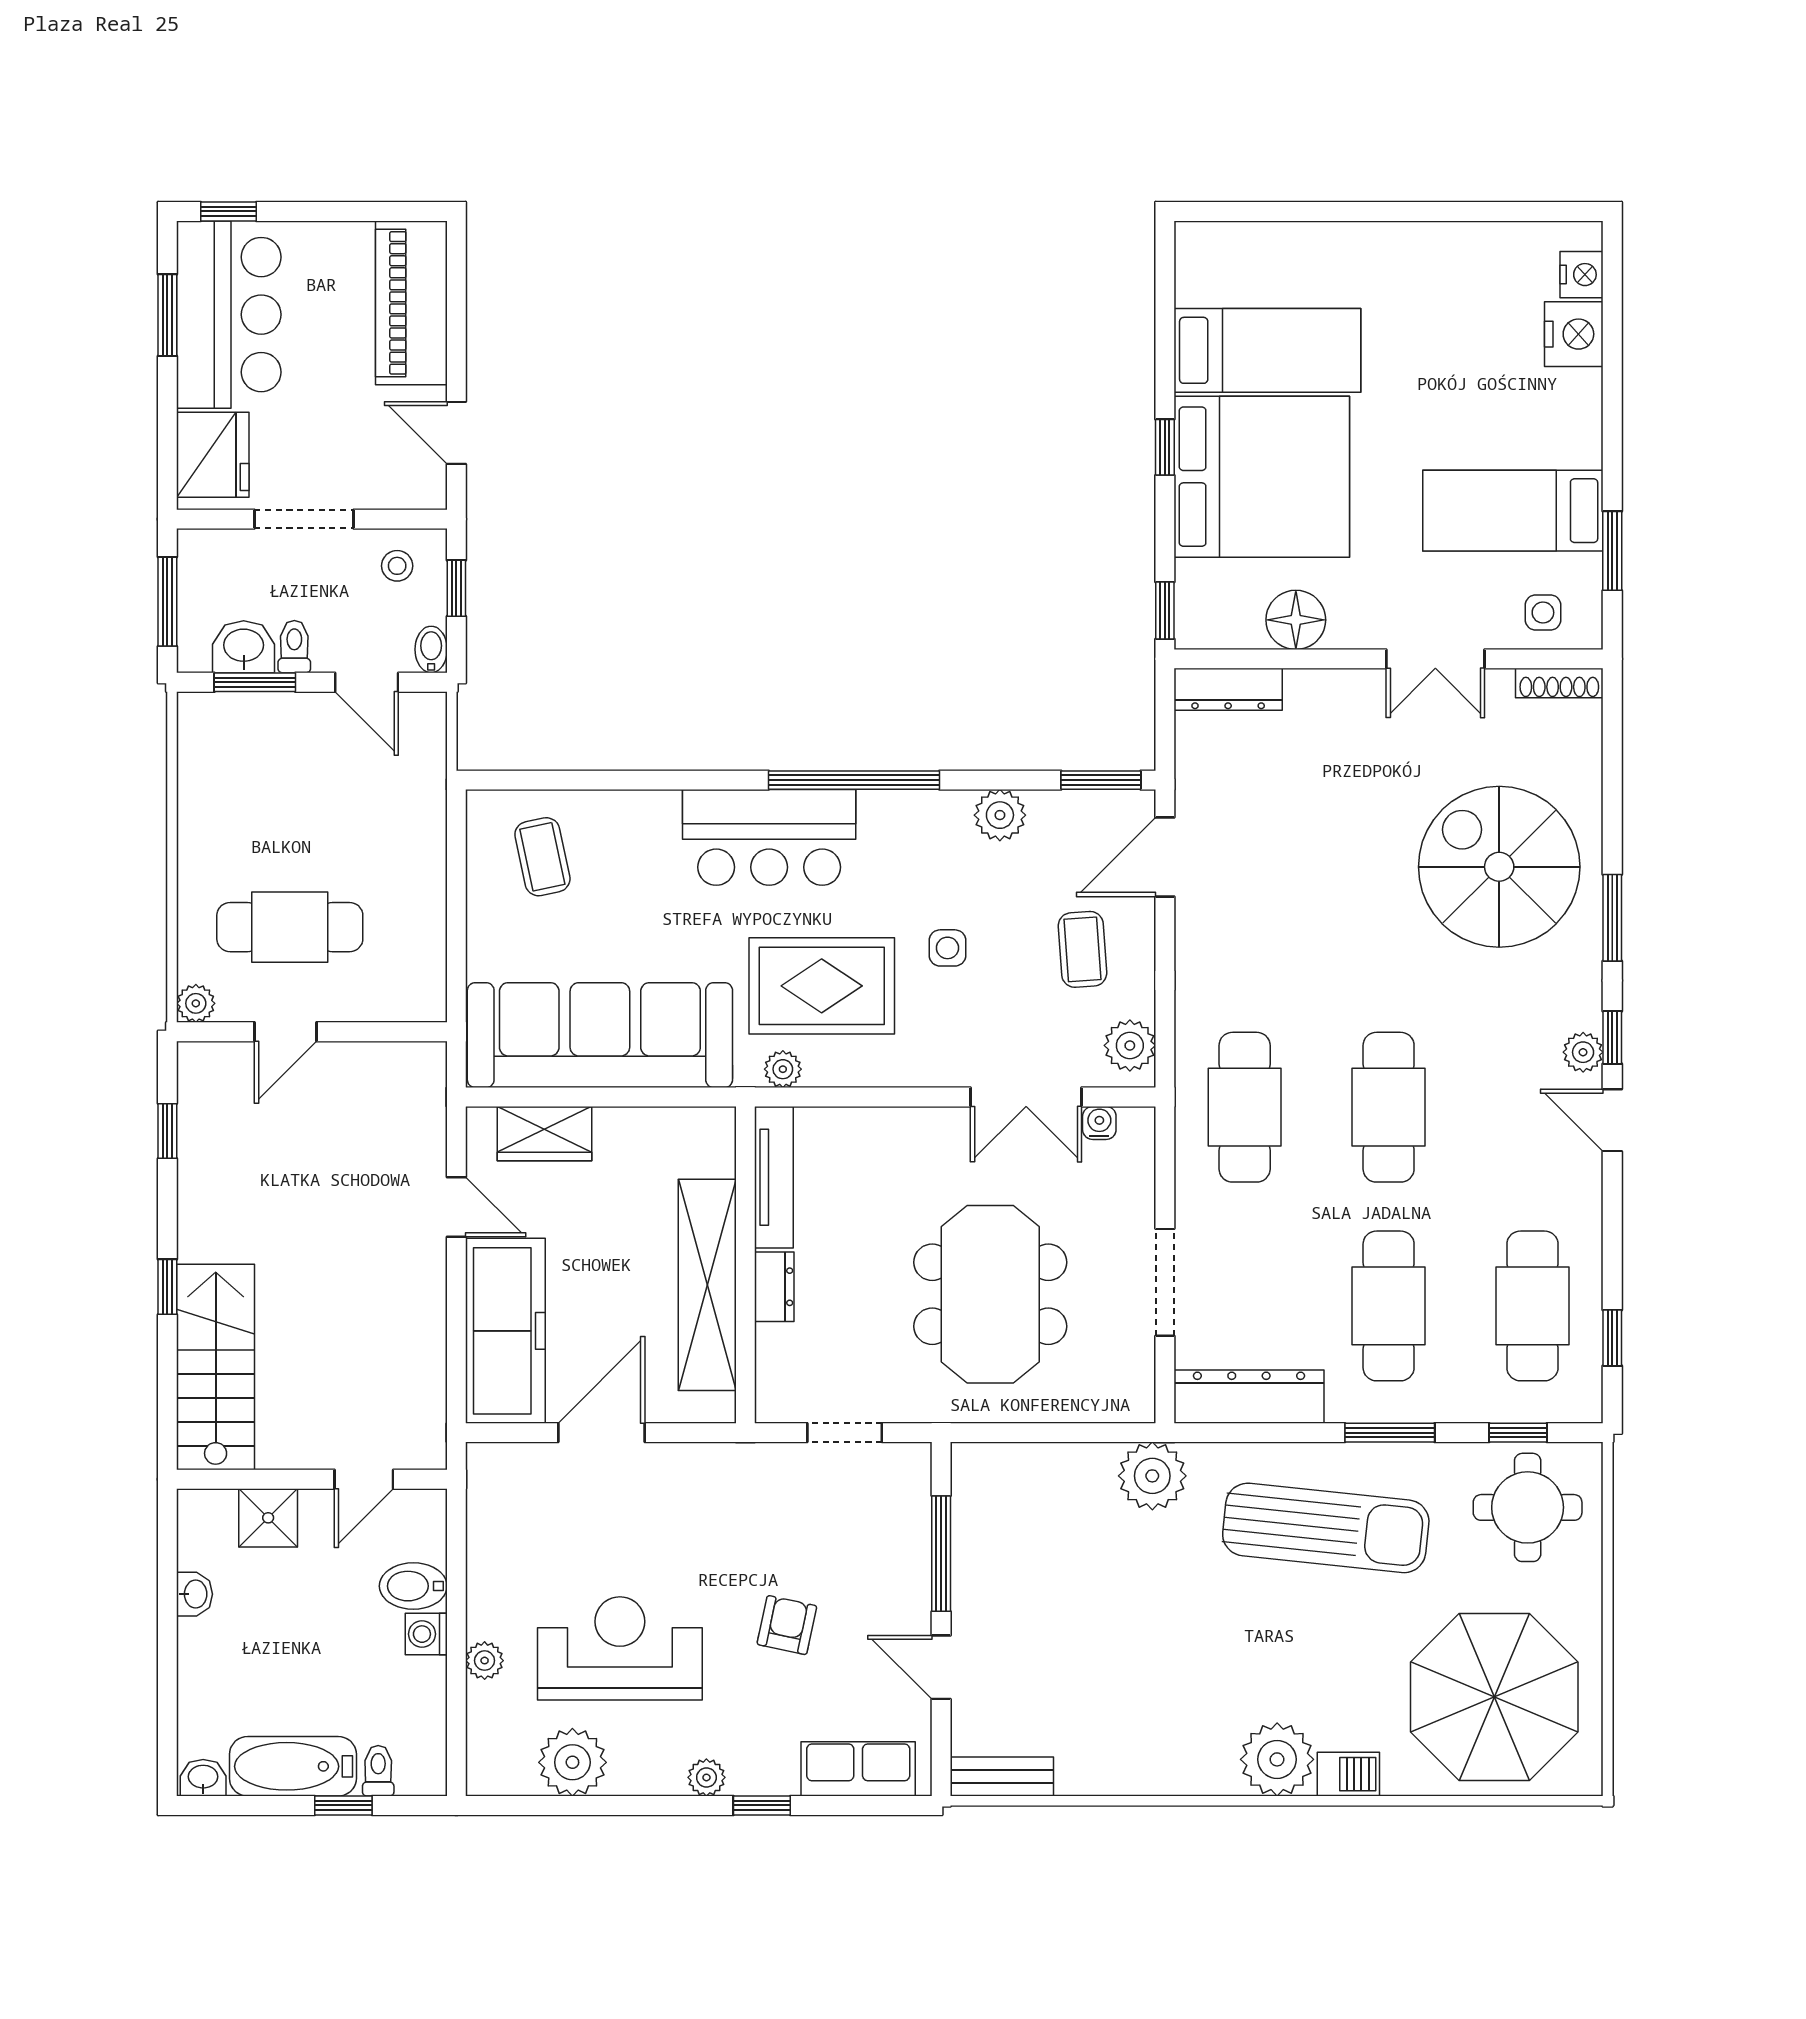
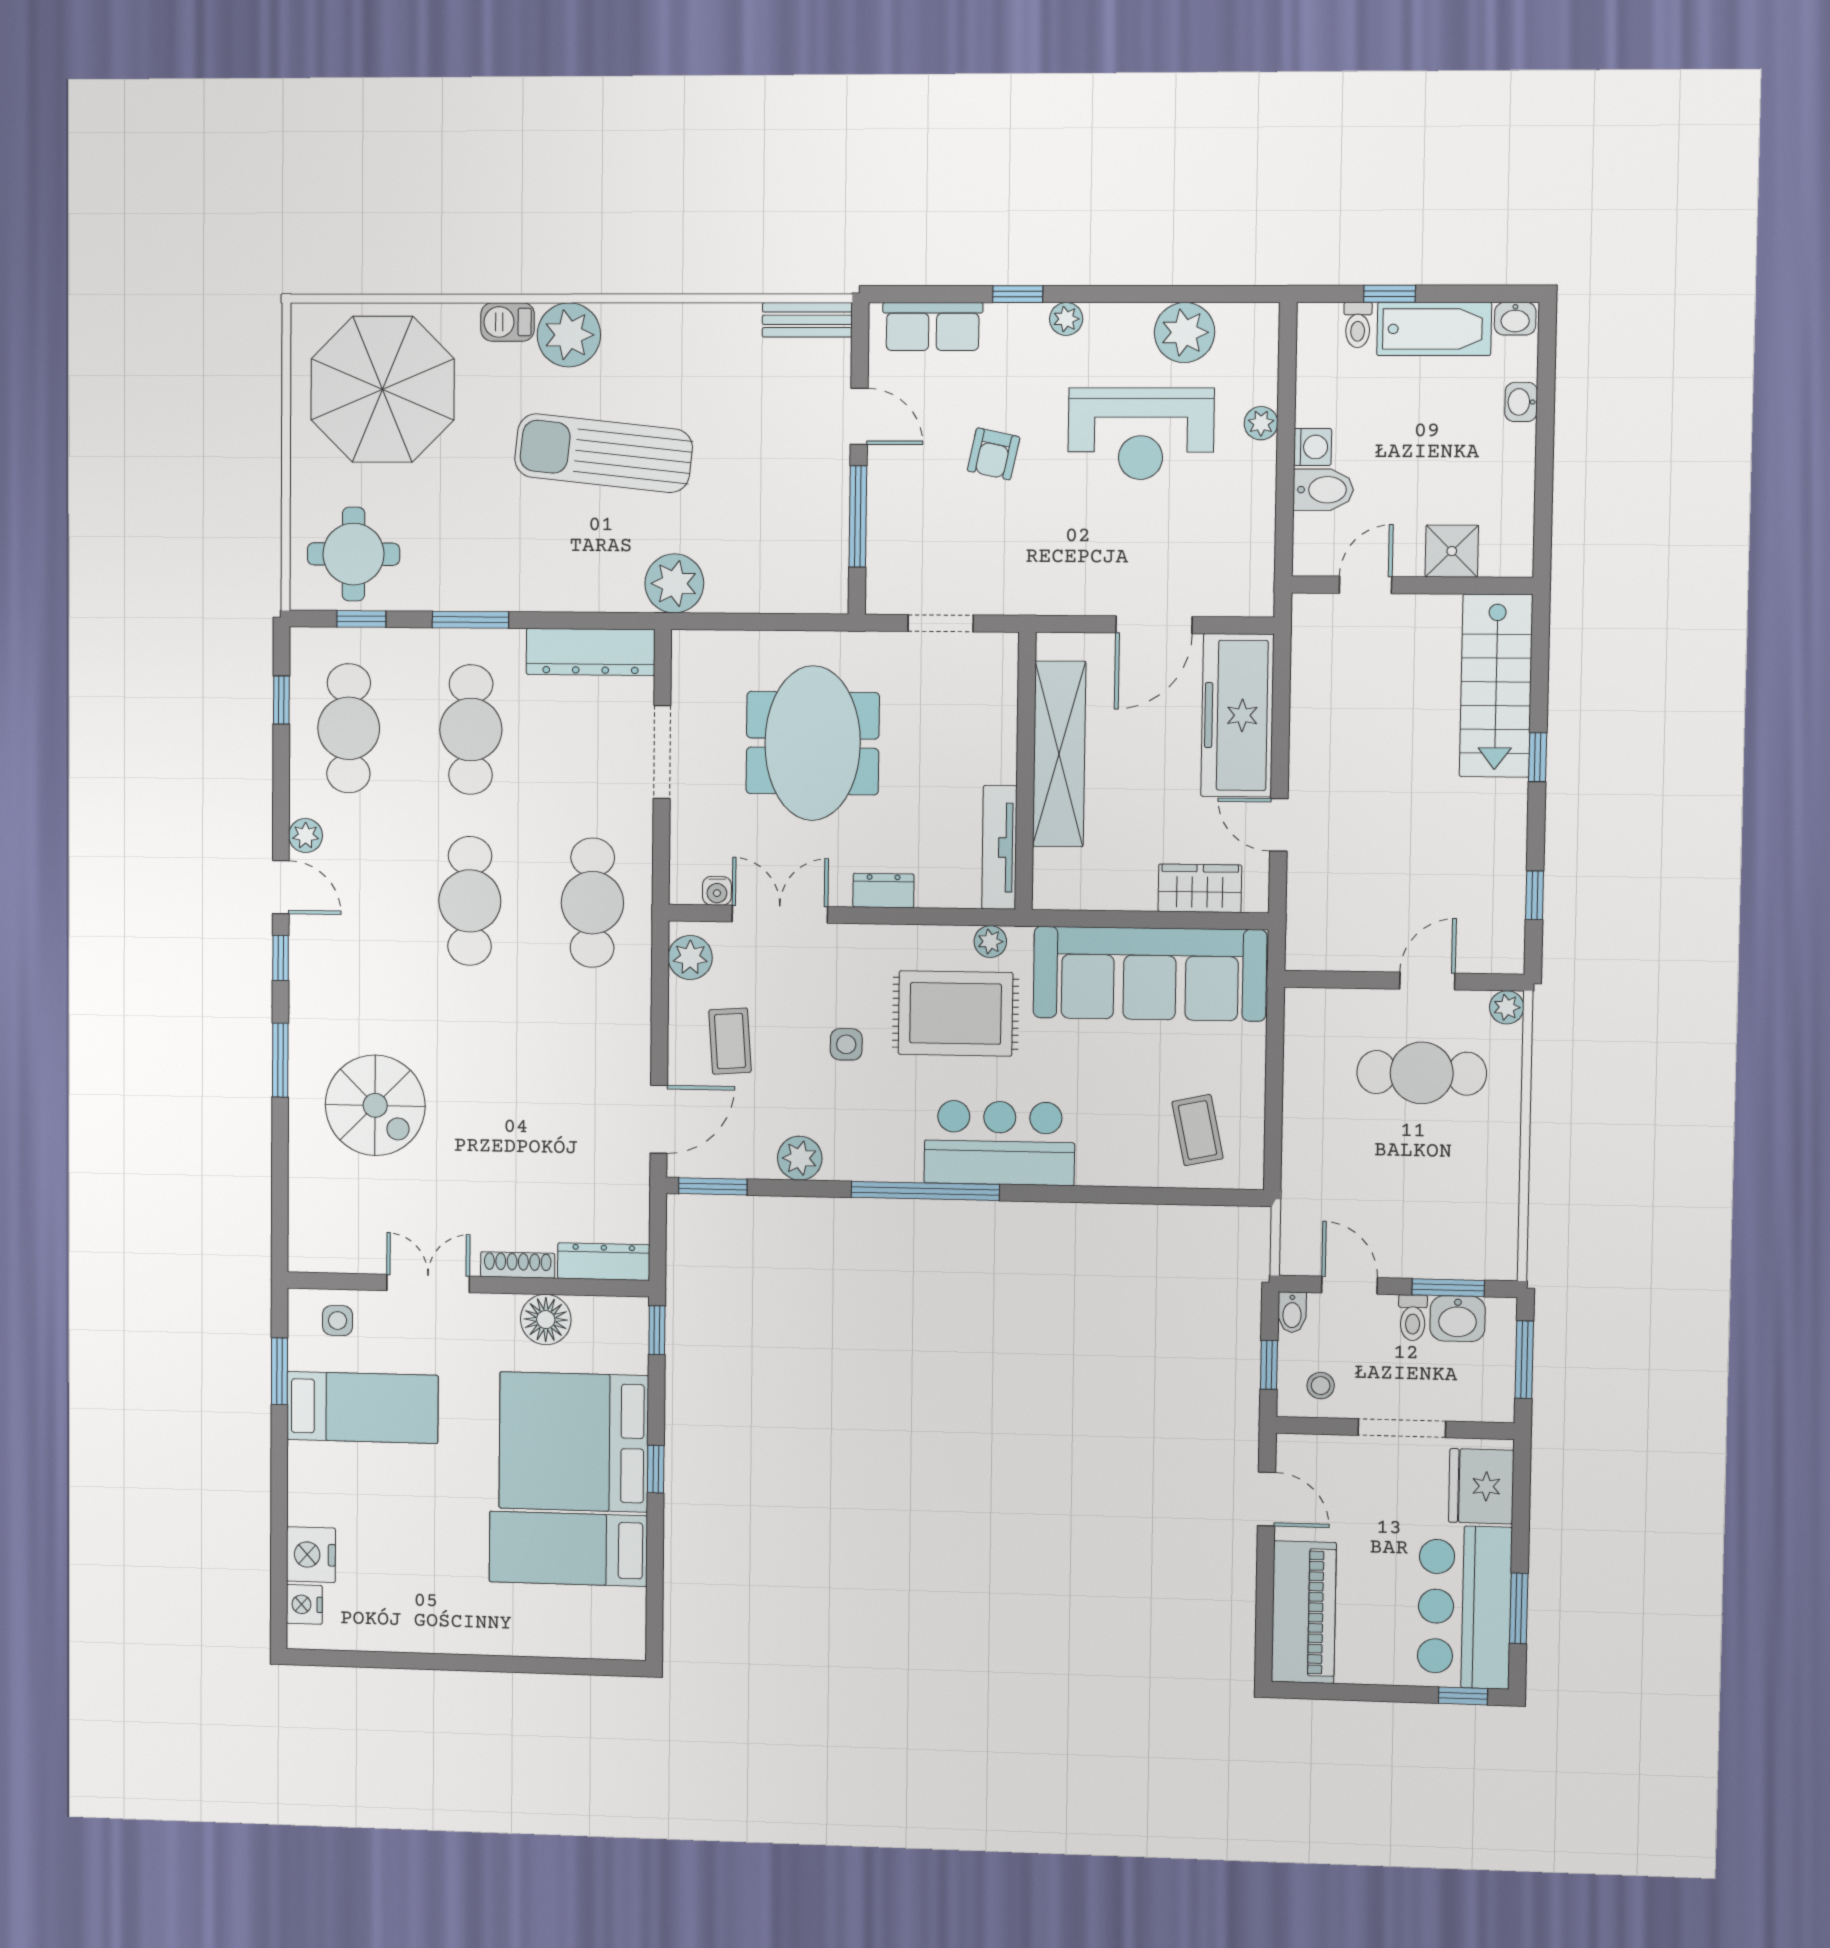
shoe rack: (1559, 683) -> (518, 1265), moved
spiral stairs: (1499, 867) -> (375, 1105), width x0.73, depth x0.73
plant: (1583, 1052) -> (306, 836), moved
dresser: (774, 1287) -> (883, 891), moved, turned 90
sun lounger: (1326, 1528) -> (603, 453), moved
washbasin: (195, 1594) -> (1521, 402), moved

